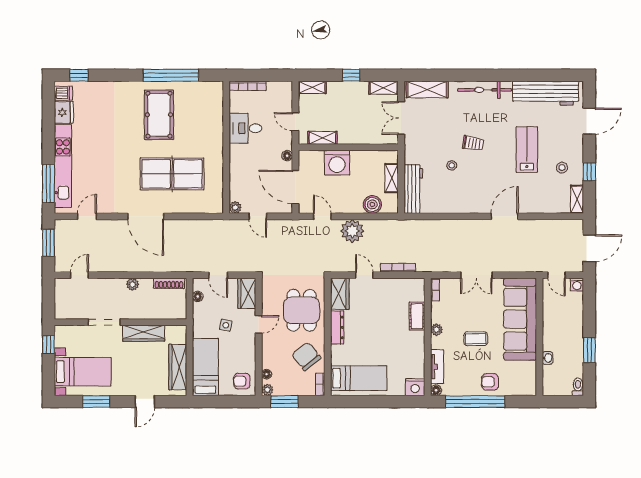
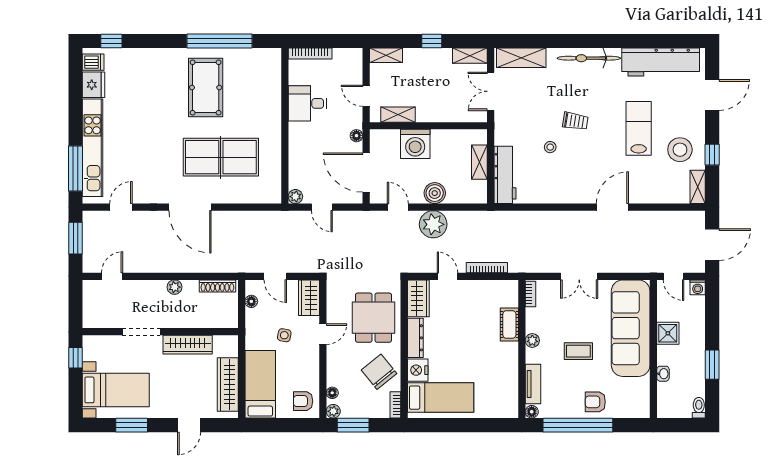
stool: (562, 168) -> (680, 150), width x1.89, depth x1.89
boiler: (372, 204) -> (435, 193), moved
shower: (552, 324) -> (668, 333), added
nightstand: (415, 387) -> (418, 370), moved, turned 90

